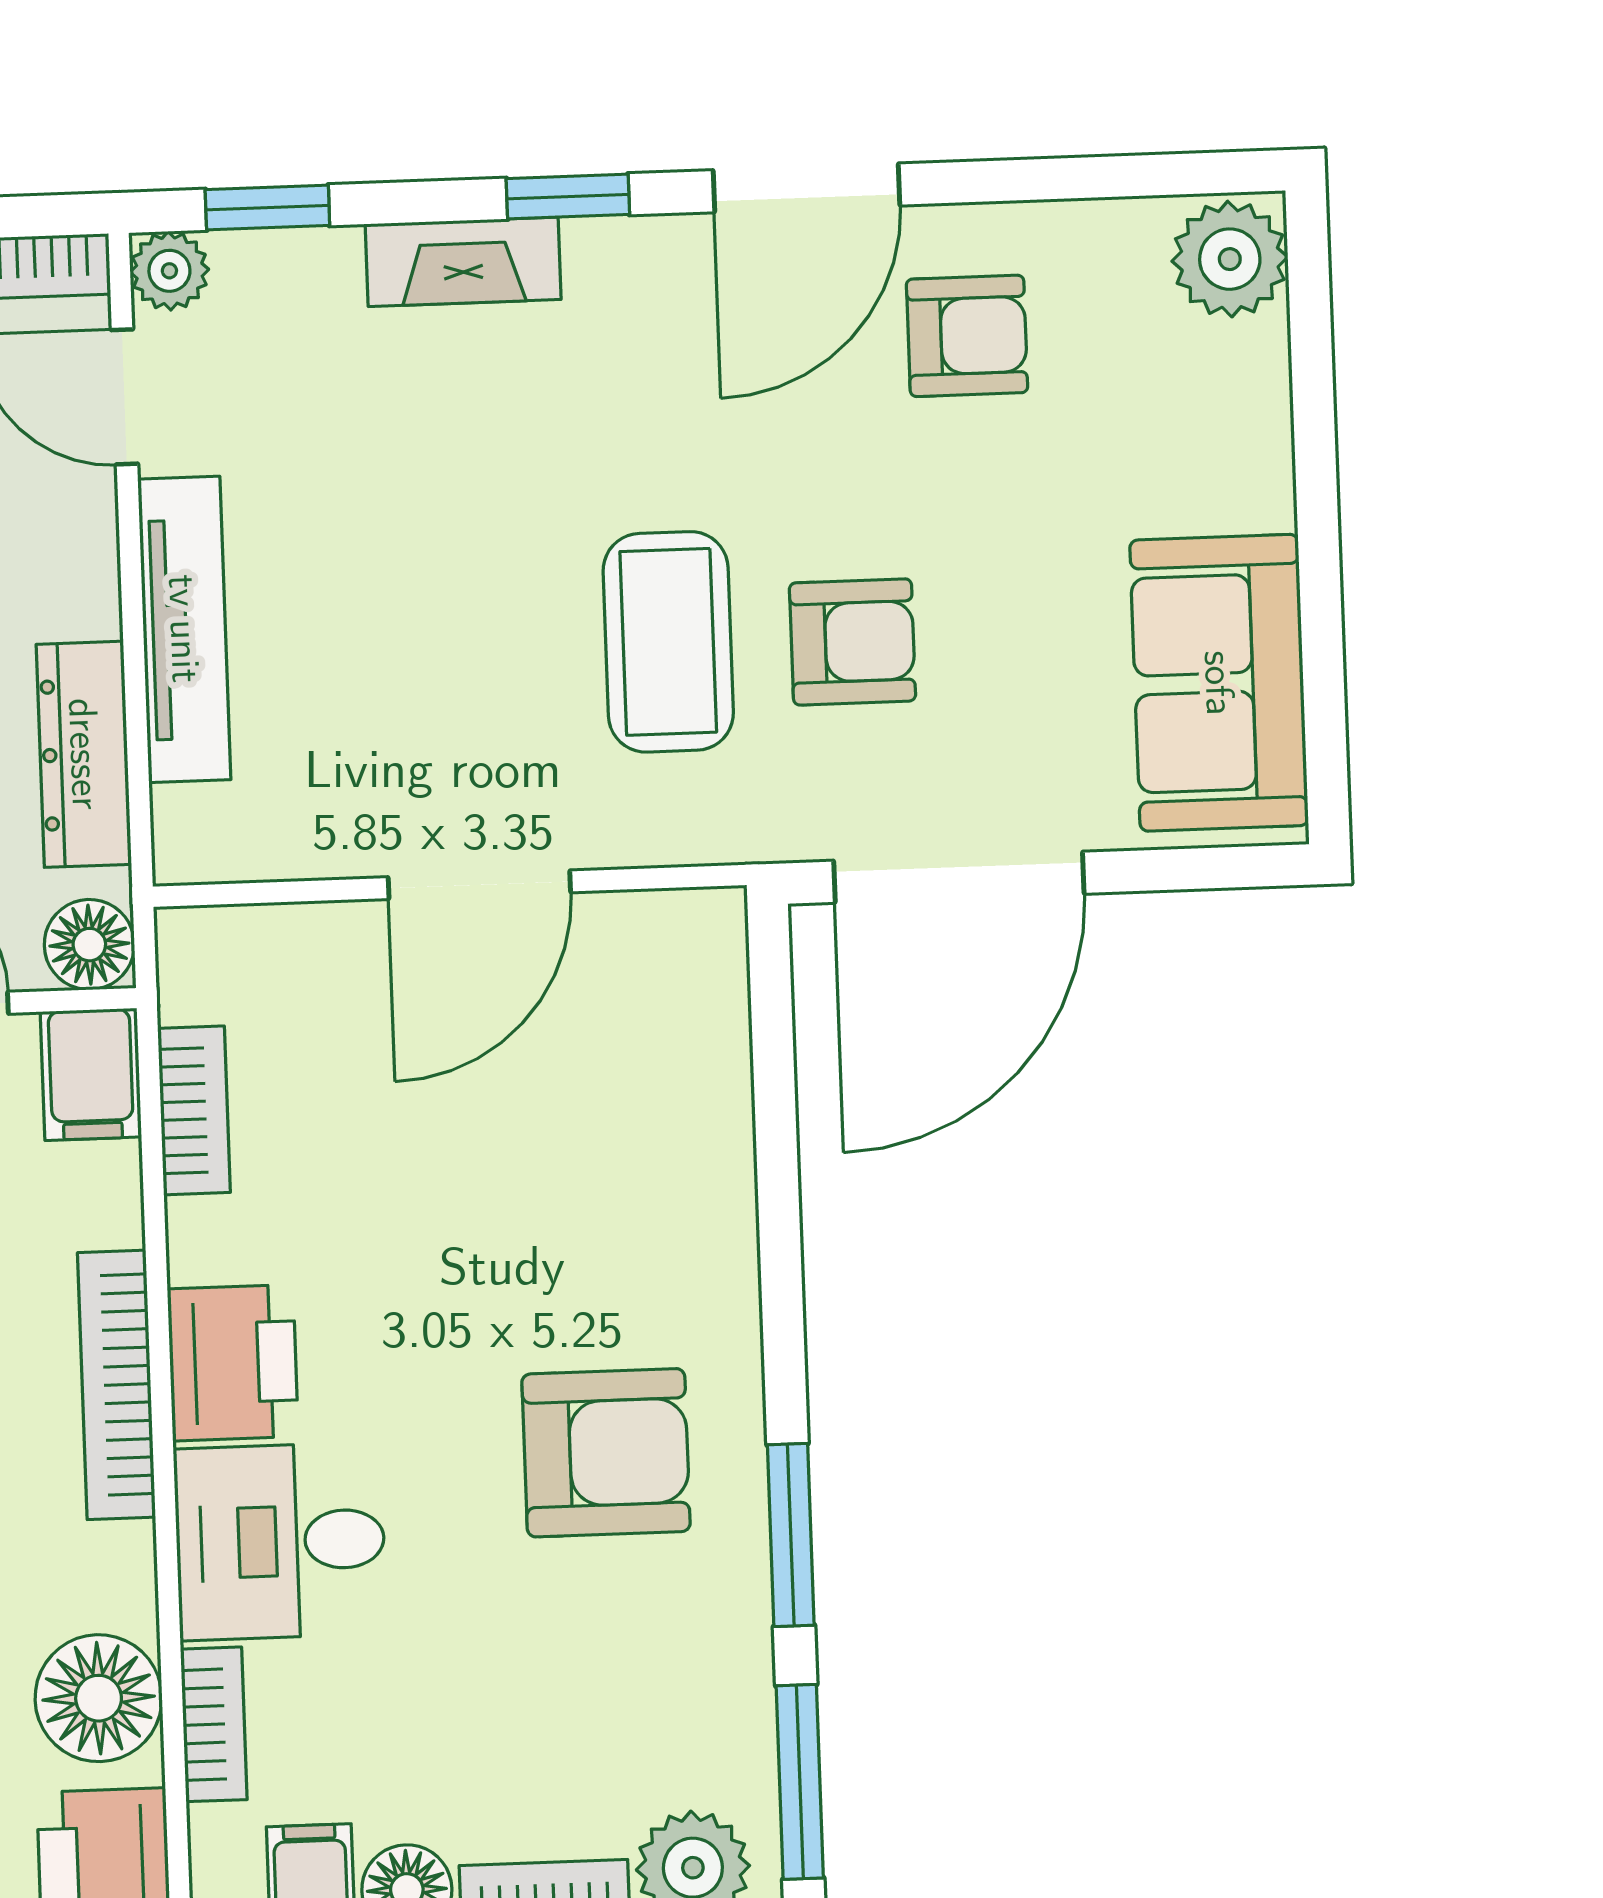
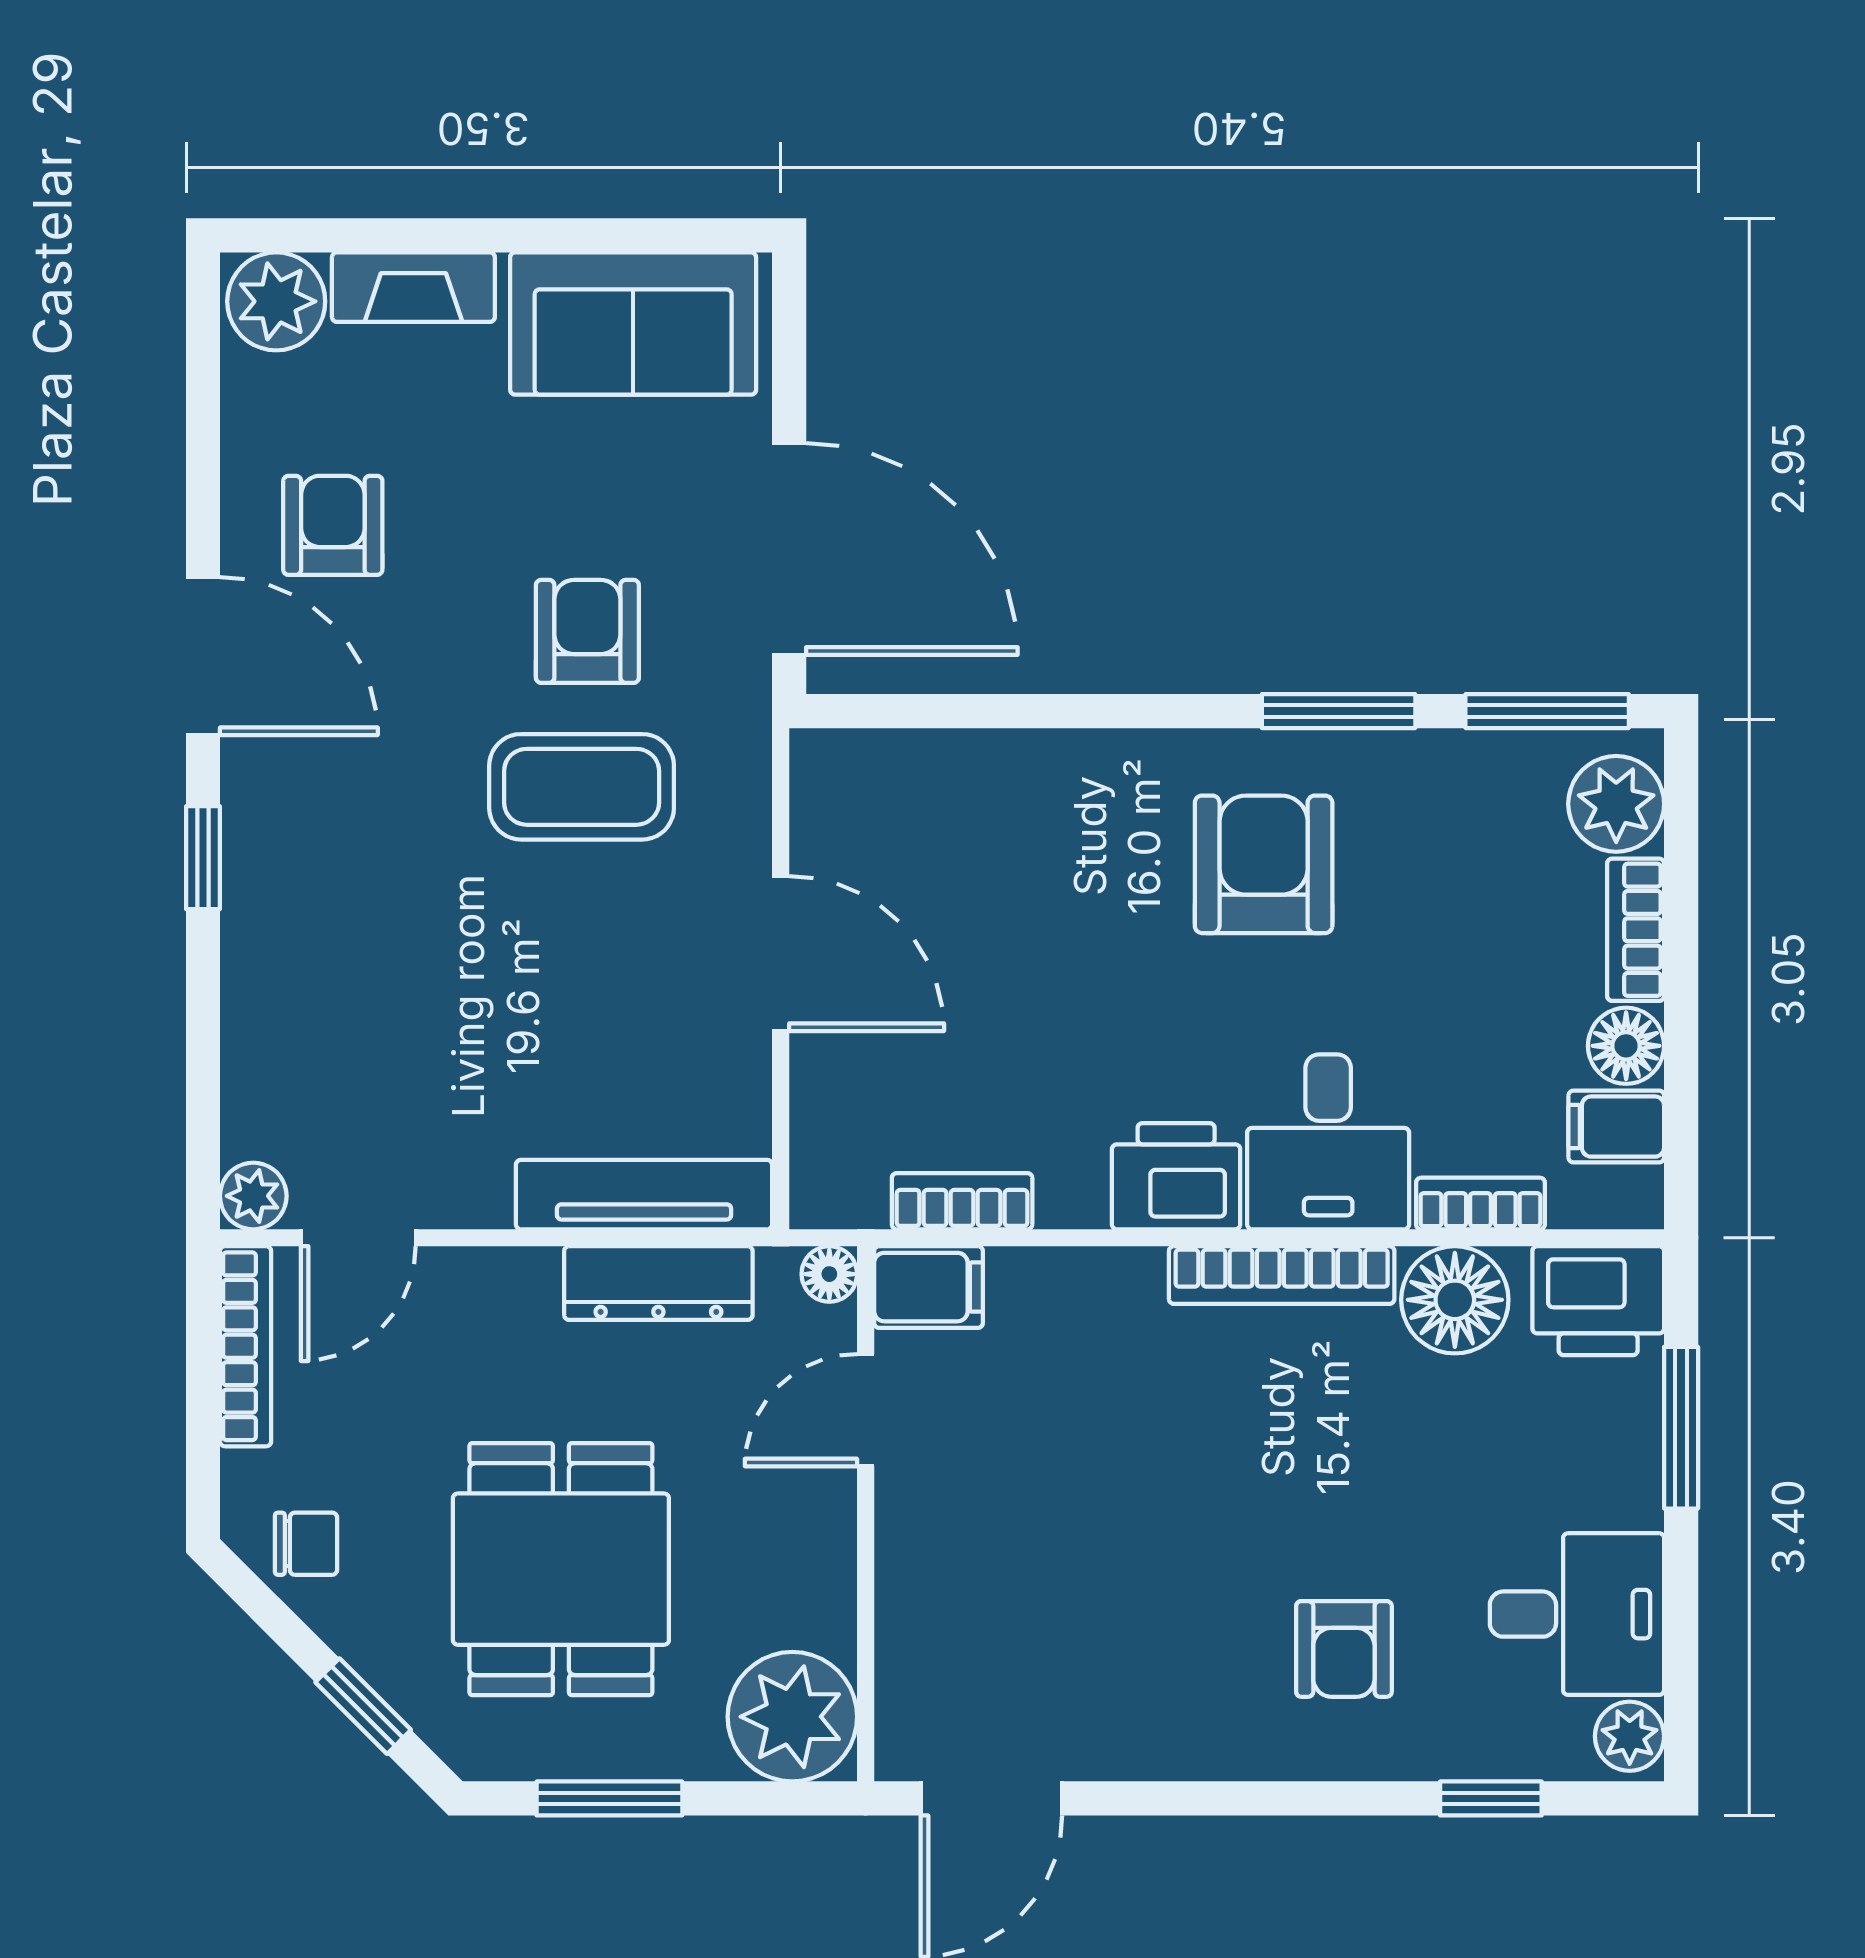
window: (267, 208) -> (203, 1111), removed
fireplace: (463, 262) -> (413, 287), moved, turned 90
tv unit: (184, 629) -> (644, 1195), moved
floor lamp: (89, 945) -> (829, 1274), width x0.73, depth x0.73
bookcase: (116, 1385) -> (1282, 1275), moved

